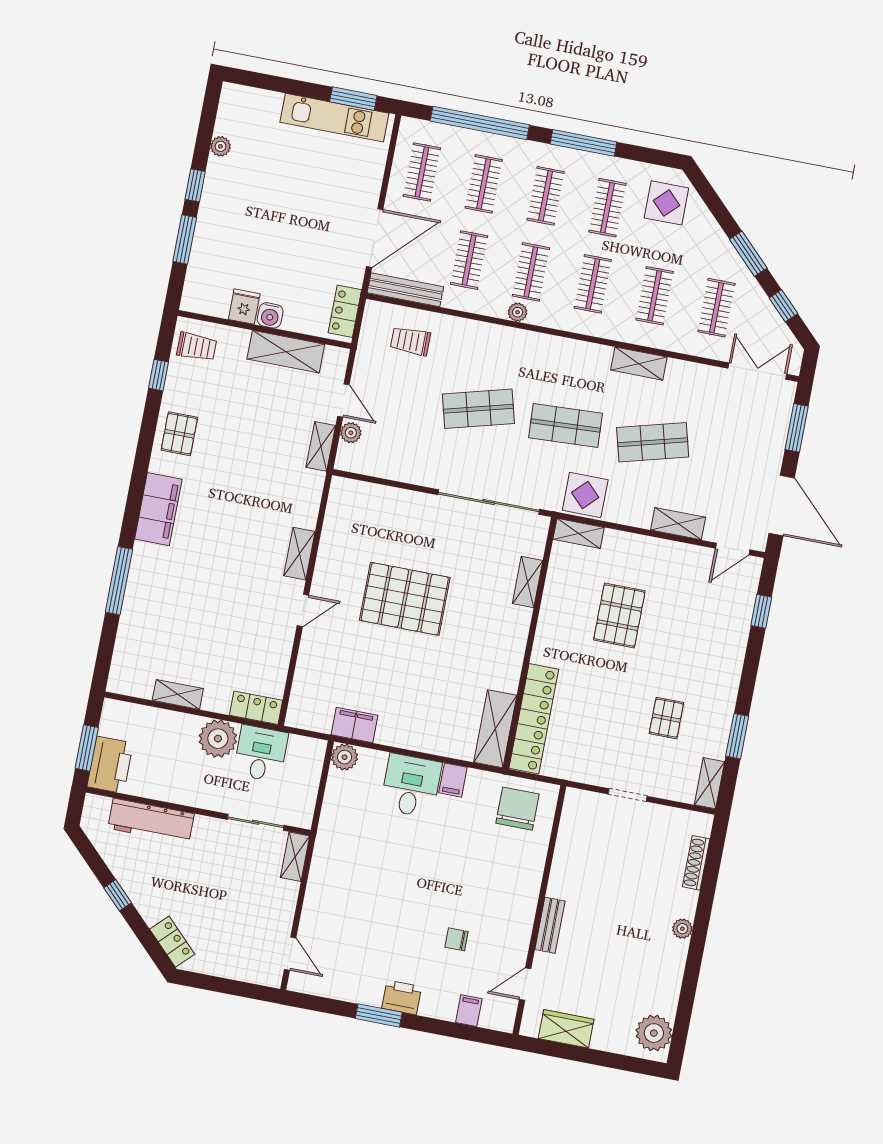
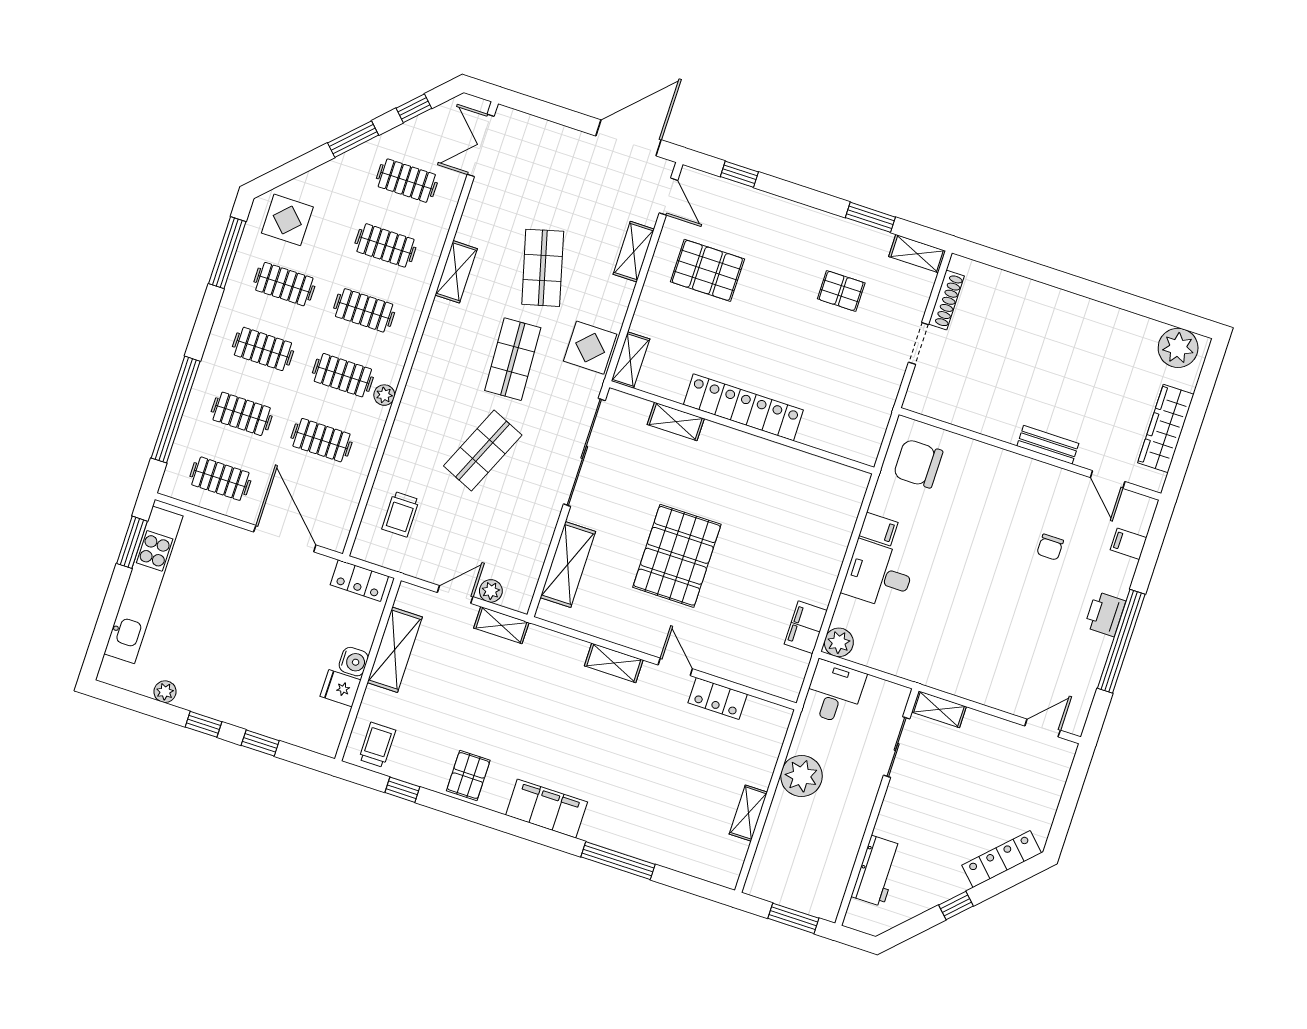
kitchen unit: (334, 118) -> (143, 585), width x1.36
window: (584, 143) -> (227, 253), moved
window: (185, 239) -> (260, 743), width x0.67
bench: (405, 290) -> (345, 513), removed
shop shelf: (478, 409) -> (483, 451), turned 39
window: (797, 428) -> (547, 111), removed
pallet: (179, 434) -> (468, 776), turned 90
pallet: (619, 615) -> (707, 270), moved
locker: (256, 708) -> (718, 699), moved, turned -90
locker: (534, 719) -> (743, 407), moved
shelving: (495, 729) -> (568, 564), moved, turned 90
desk: (261, 754) -> (834, 692), moved, turned 90
printer: (110, 765) -> (815, 896), removed
workbench: (151, 821) -> (877, 871), width x0.73
shoe rack: (696, 863) -> (946, 300), moved, turned -90
plant: (682, 929) -> (1070, 303), removed
locker: (172, 942) -> (1002, 859), width x1.53
window: (379, 1015) -> (1121, 641), width x2.11
wardrobe: (566, 1029) -> (1166, 429), width x1.50

